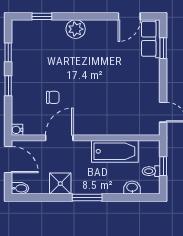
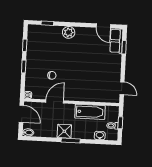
door: (129, 16) -> (103, 26), hinge flipped
shower: (60, 184) -> (64, 131), moved

